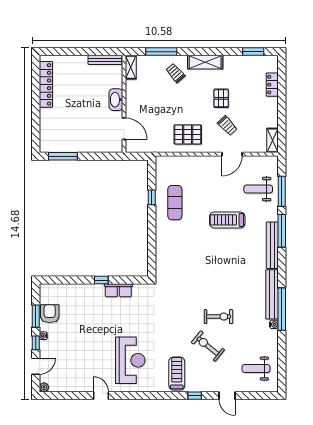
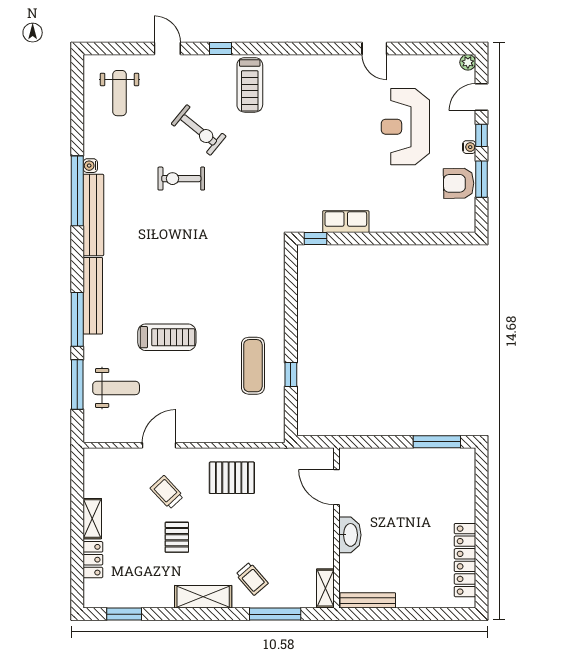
shelving: (273, 140) -> (92, 519), moved
window: (101, 280) -> (316, 239), moved
armchair: (50, 314) -> (459, 183), turned 89
reception desk: (130, 360) -> (405, 127), moved
weight bench: (256, 369) -> (120, 93), turned 90

